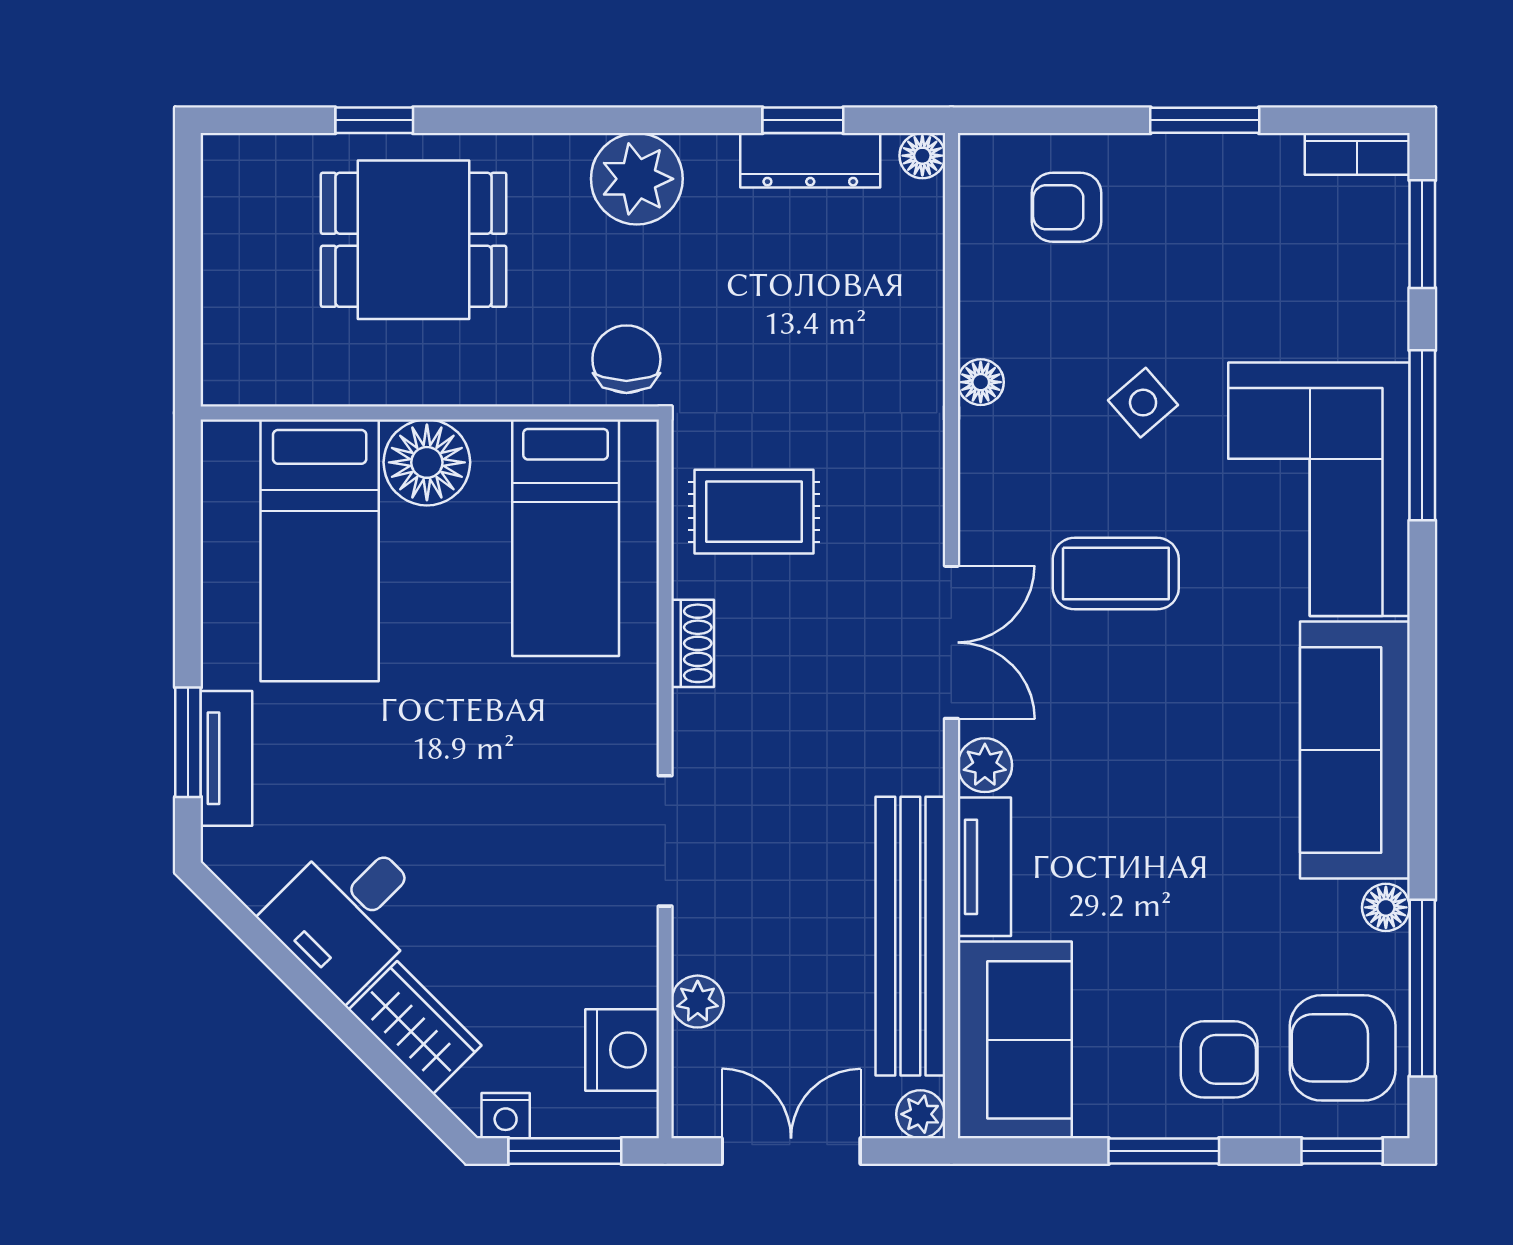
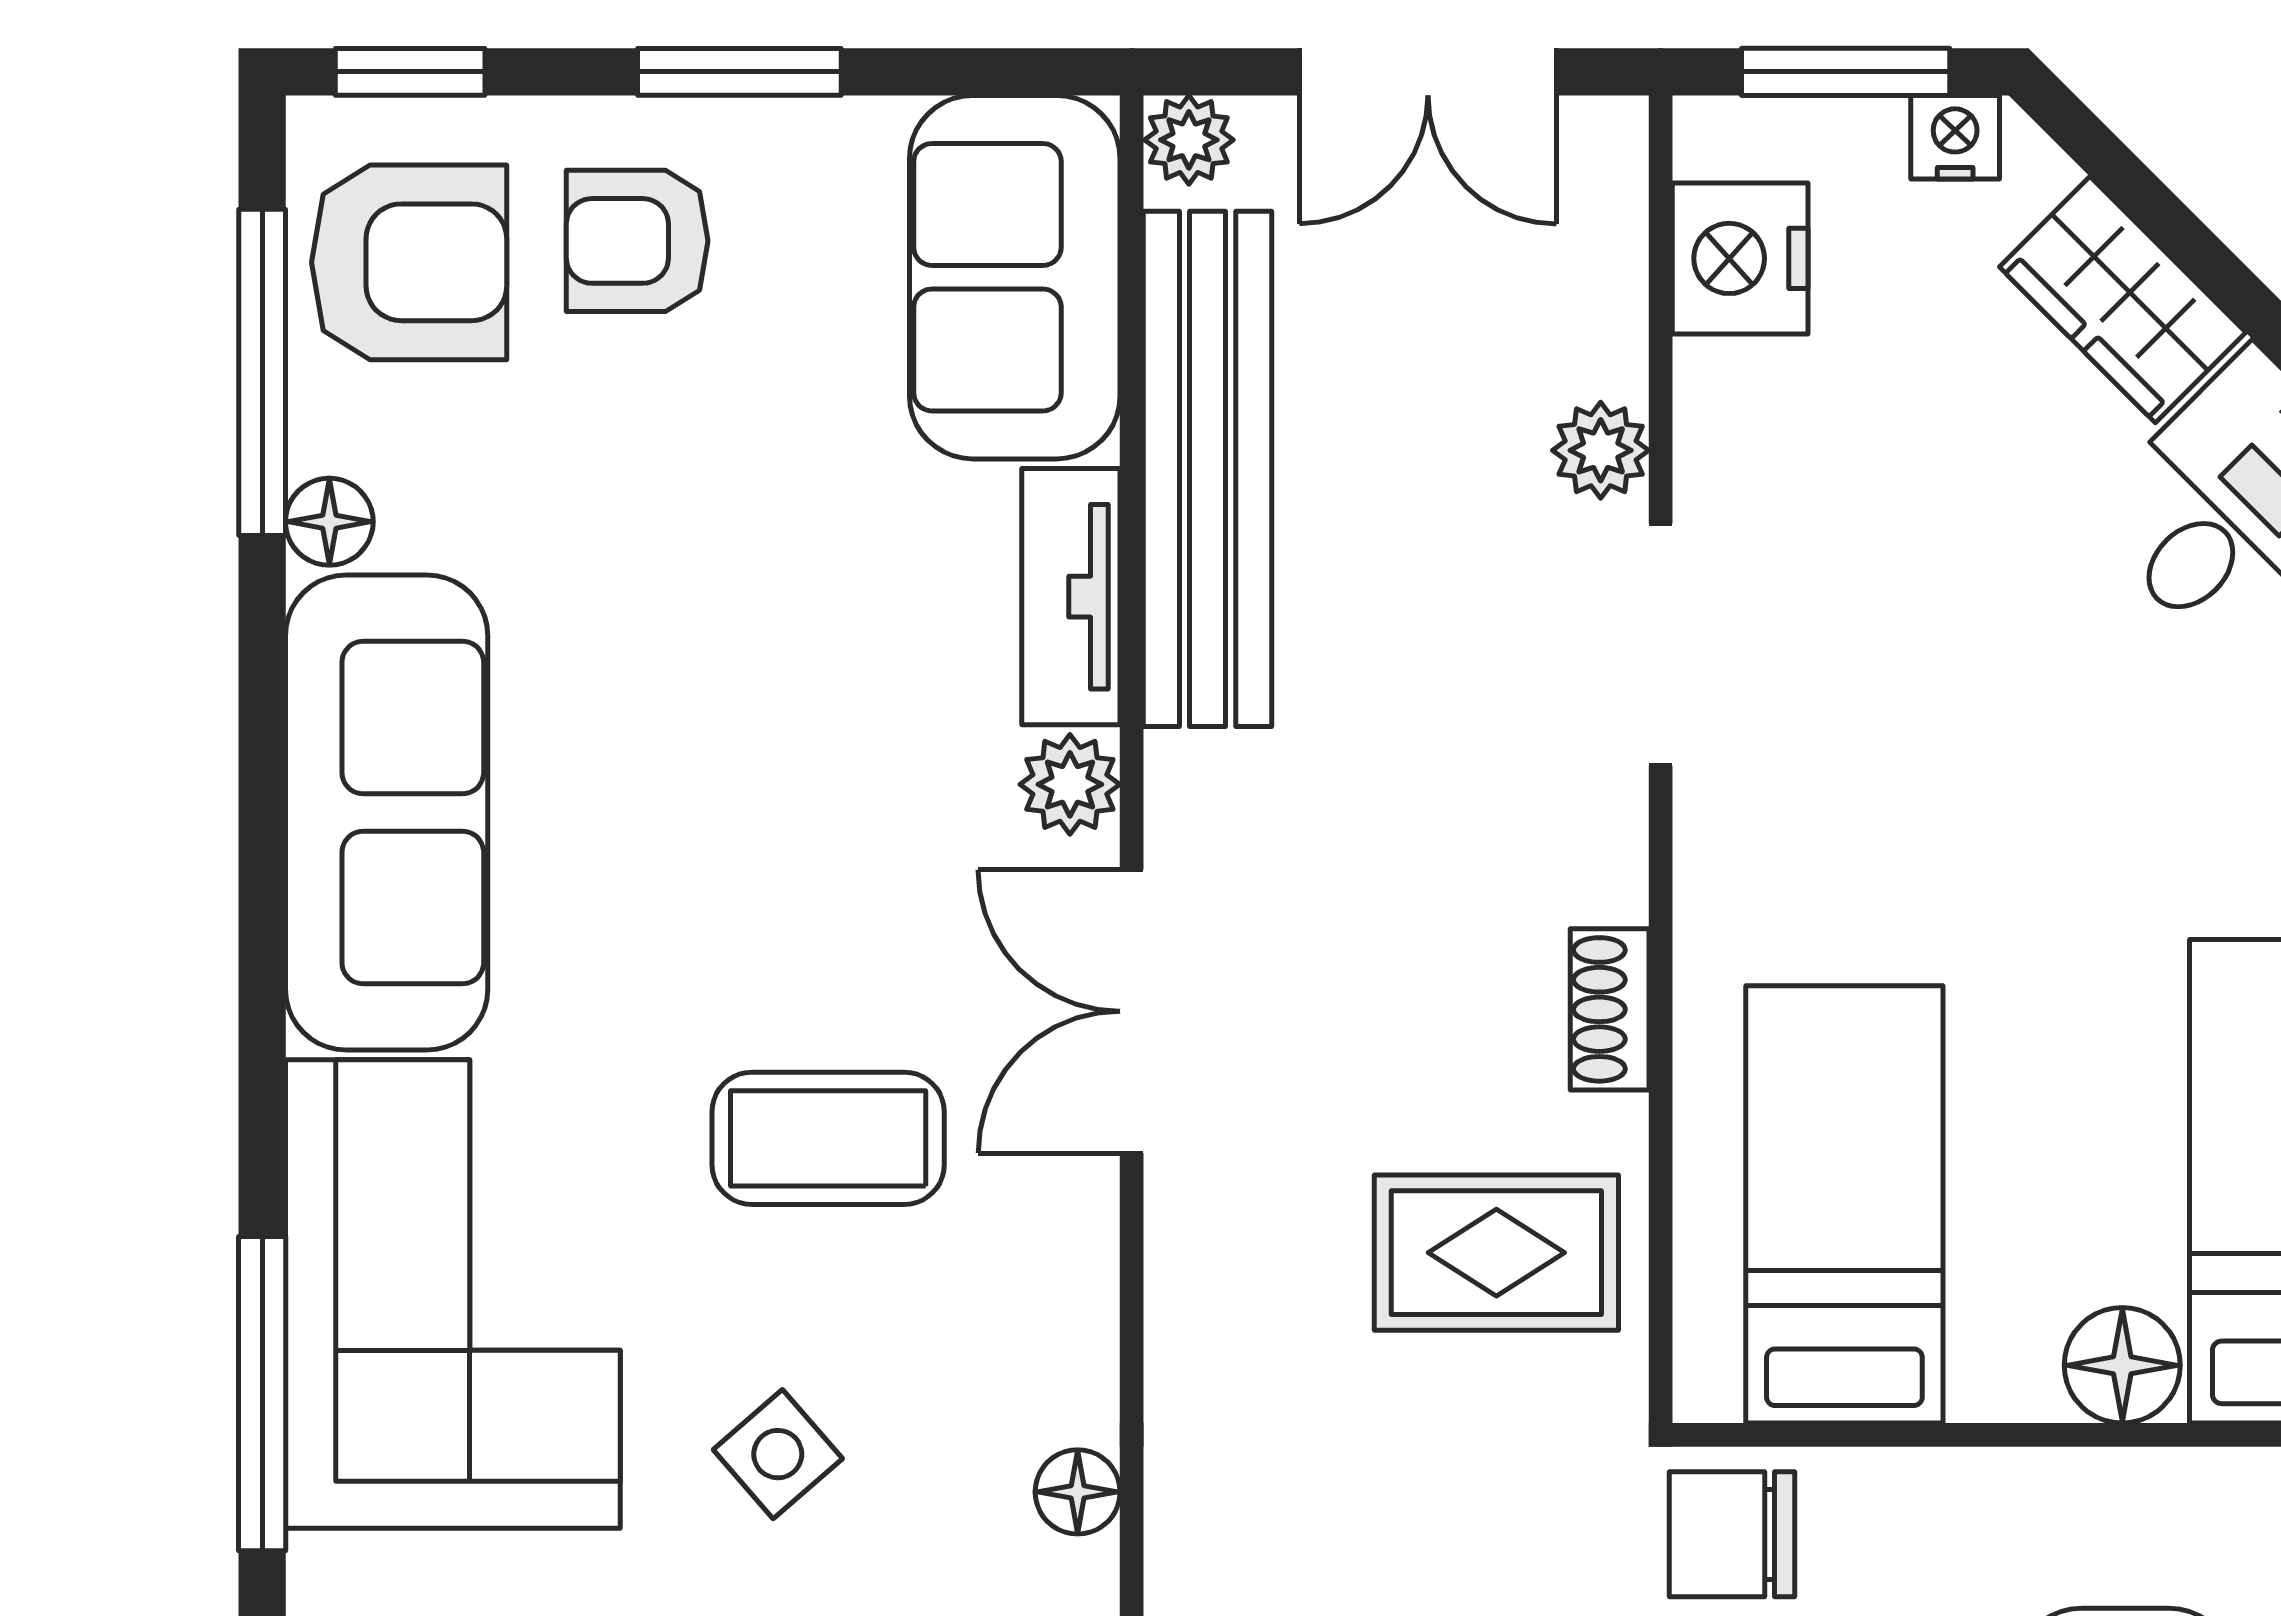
chair: (626, 359) -> (1732, 1534), turned 90
floor lamp: (427, 462) -> (2122, 1365), width x0.73, depth x0.73
plant: (698, 1002) -> (1601, 450), moved

